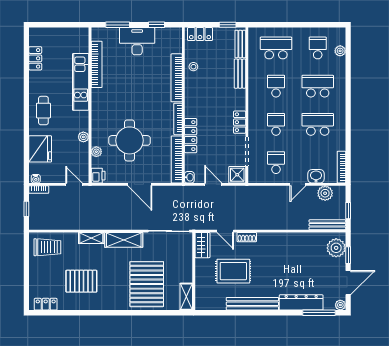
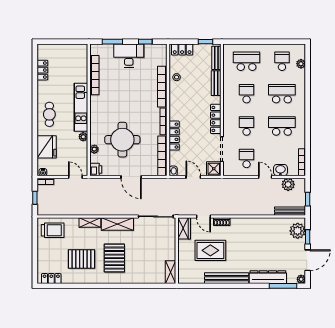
kitchen unit: (81, 82) -> (81, 107), moved
locker: (240, 122) -> (216, 119), width x1.53
door: (298, 184) -> (265, 177), swing flipped
pallet: (147, 284) -> (114, 258), moved, width x0.73, depth x0.71

